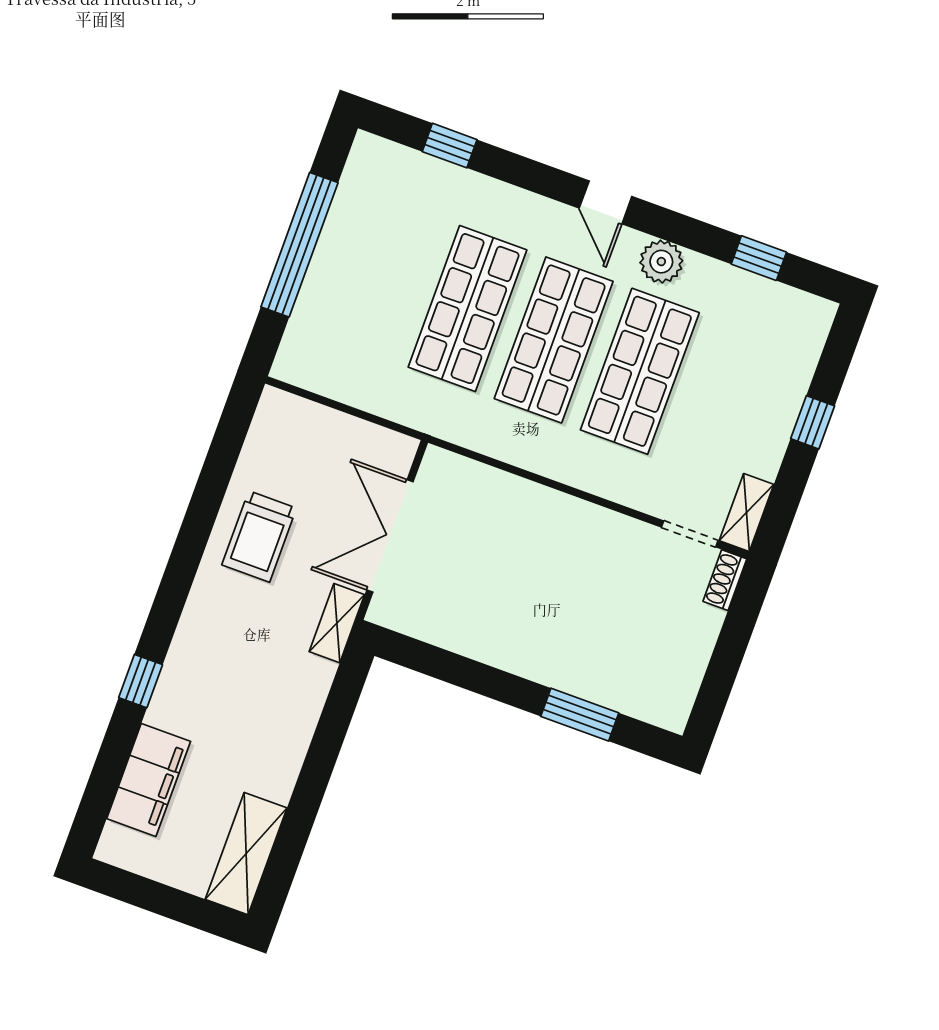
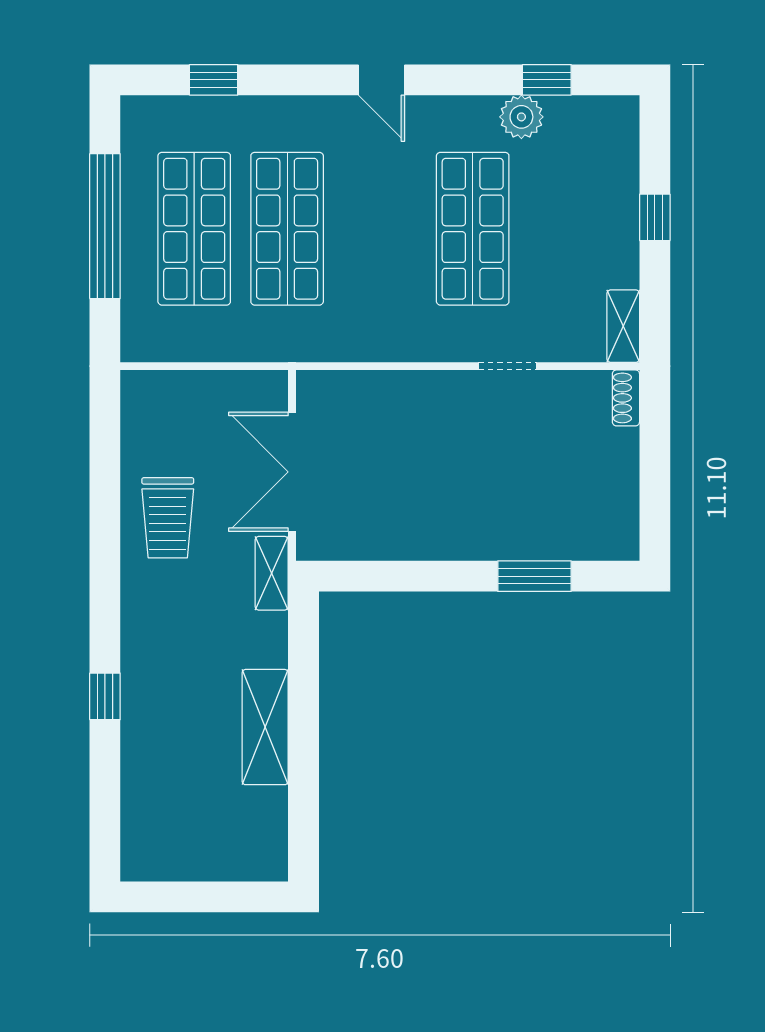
plant: (661, 262) -> (521, 117), moved
shop shelf: (554, 340) -> (194, 229), moved
doorway: (690, 534) -> (507, 366), moved
filing cabinet: (149, 780) -> (147, 788), removed
shelving: (246, 854) -> (265, 727), moved

